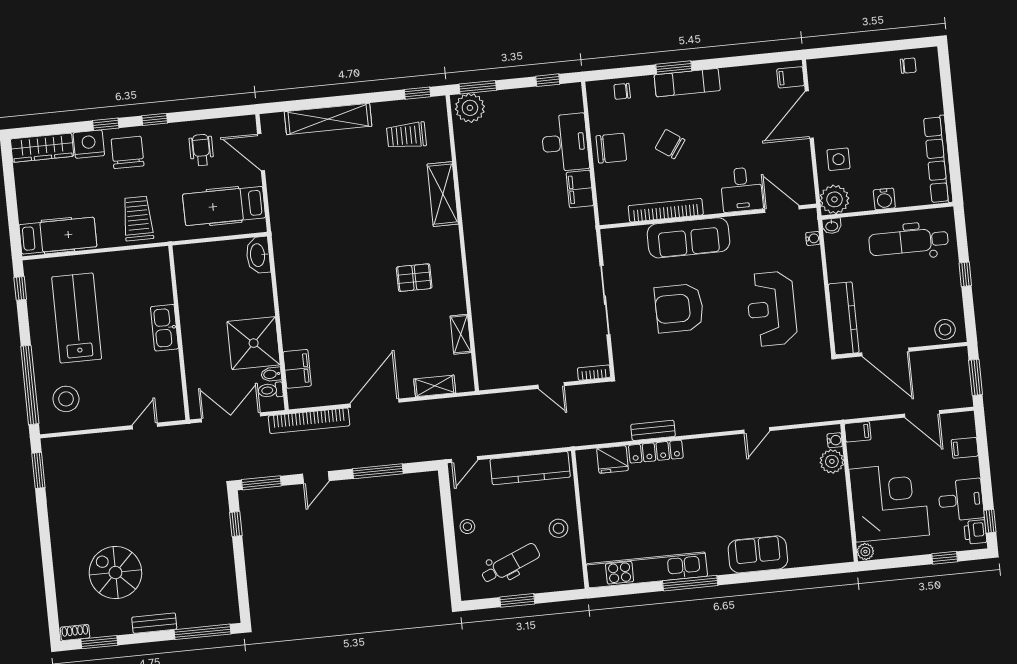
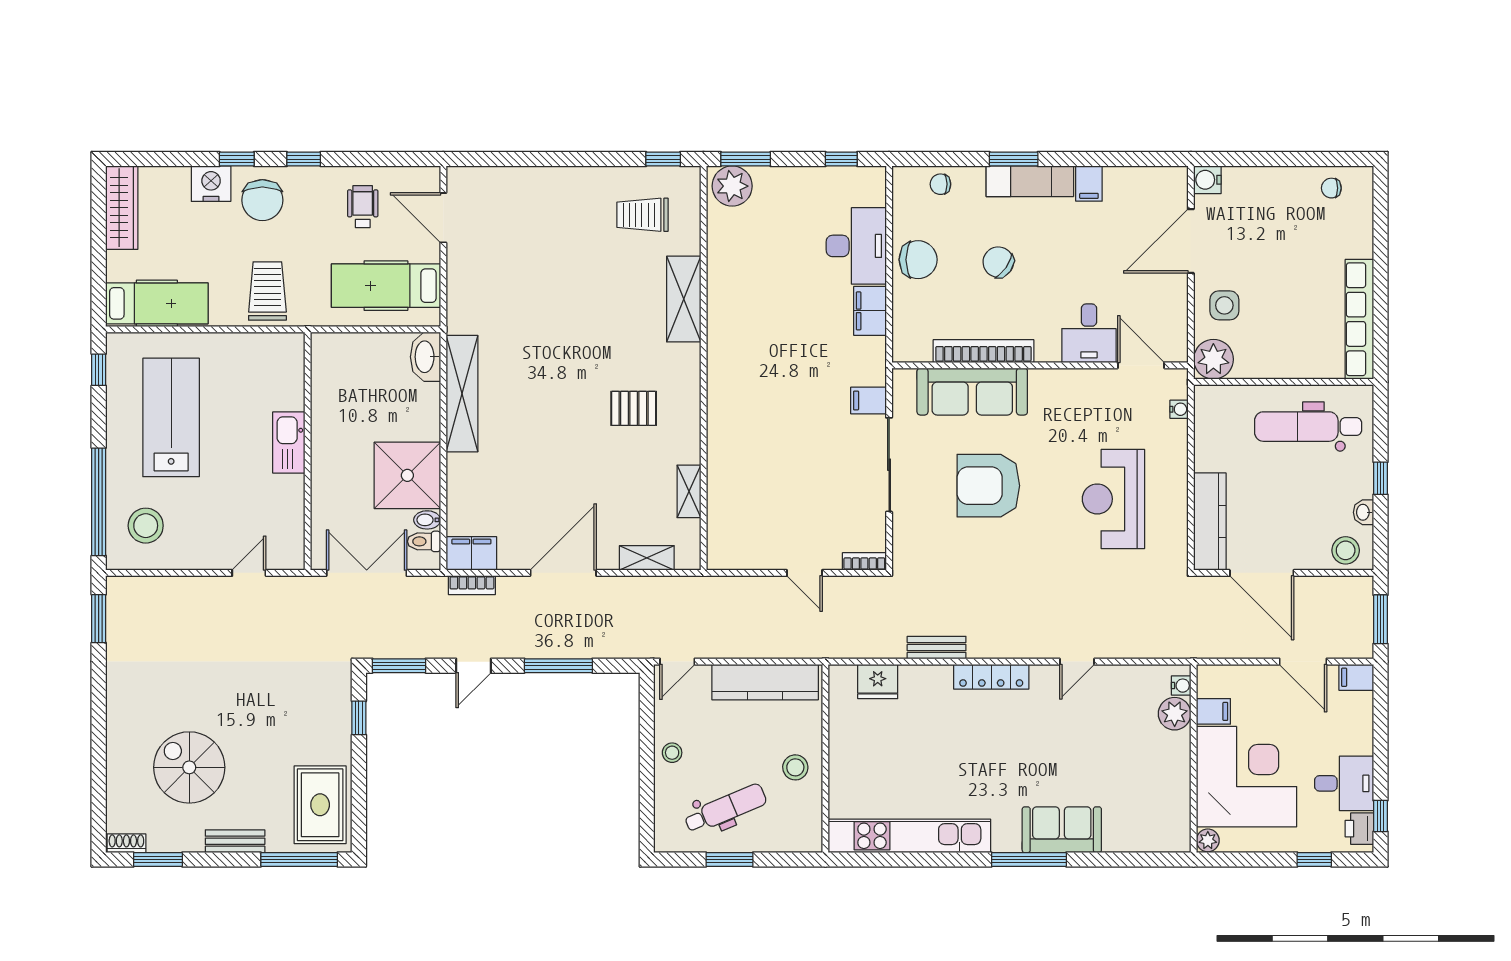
chair: (908, 66) -> (1331, 188), turned 180
filing cabinet: (791, 77) -> (1089, 184), moved, turned -90
shelving: (328, 119) -> (462, 394), moved, turned 90
wardrobe: (42, 148) -> (122, 208), moved, turned -90
chair: (128, 152) -> (262, 200), turned 180
water cooler: (884, 199) -> (1207, 180), moved, turned 90
washbasin: (832, 226) -> (1363, 512), moved, turned 90
sofa: (688, 238) -> (972, 392), moved
filing cabinet: (585, 255) -> (869, 400), added
filing cabinet: (297, 369) -> (471, 553), moved, turned -90
bookcase: (309, 421) -> (472, 585), width x0.43, depth x0.76
filing cabinet: (858, 432) -> (1213, 711), moved
filing cabinet: (965, 448) -> (1356, 677), moved
locker: (656, 452) -> (991, 677), moved
window: (690, 583) -> (1029, 859), moved
rug: (214, 590) -> (320, 805), added

